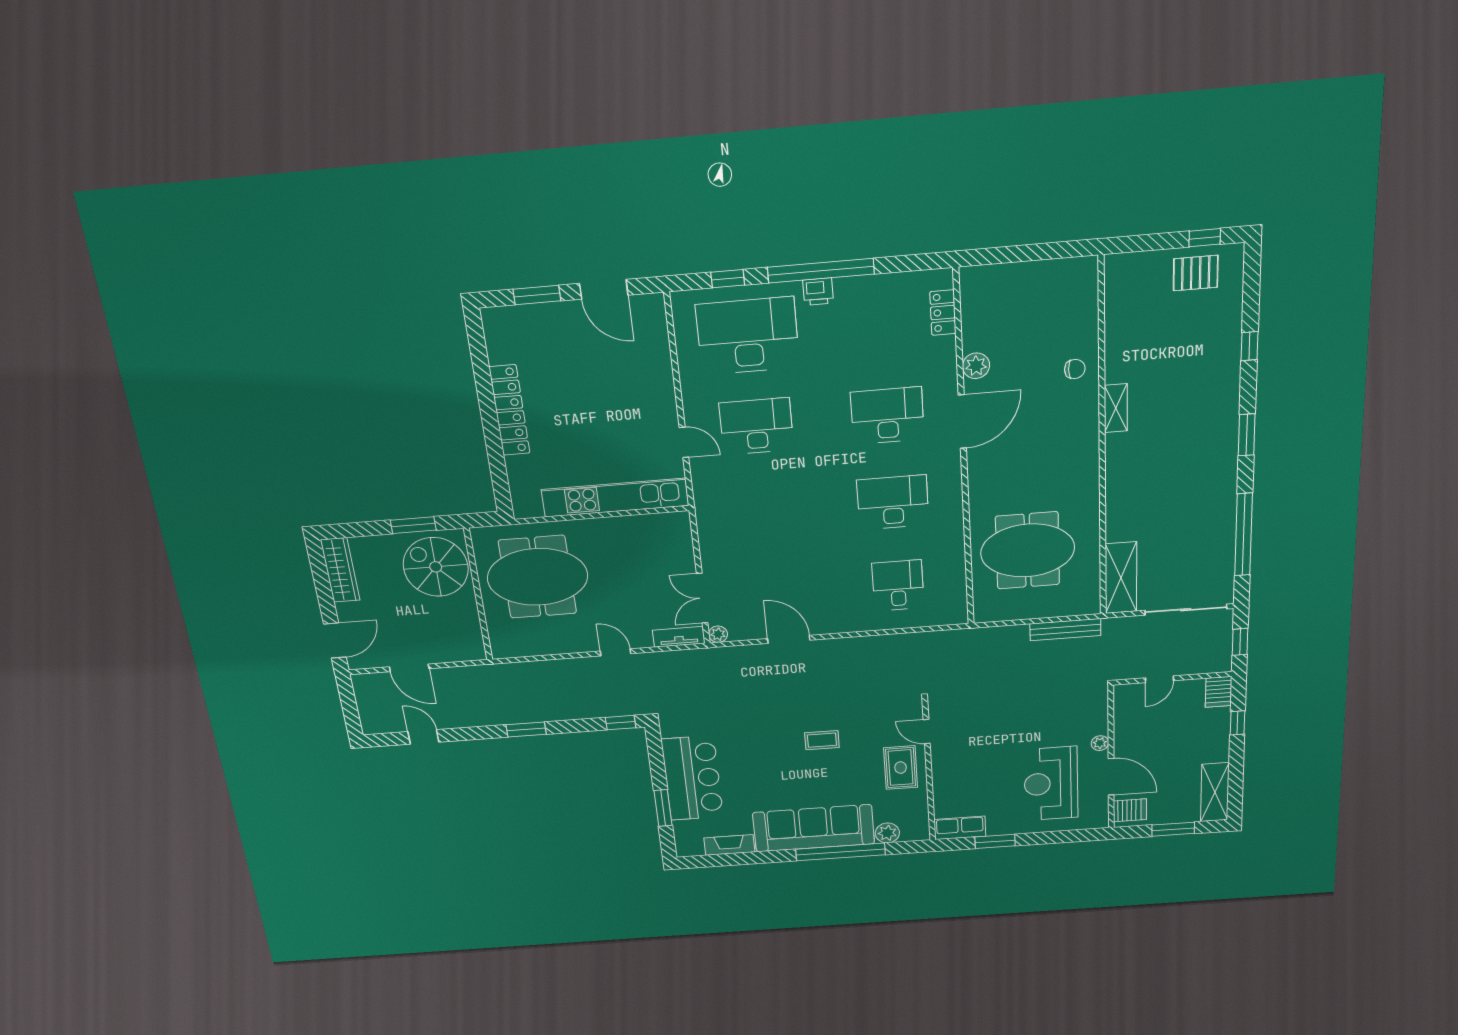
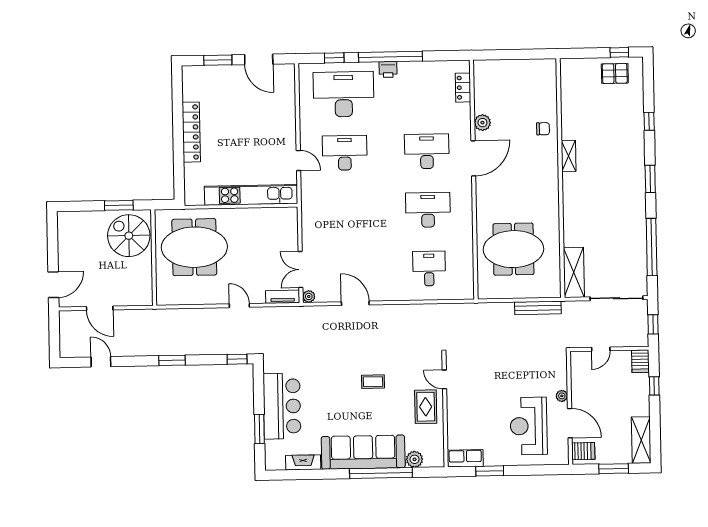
wardrobe: (340, 570) -> (66, 234), removed

